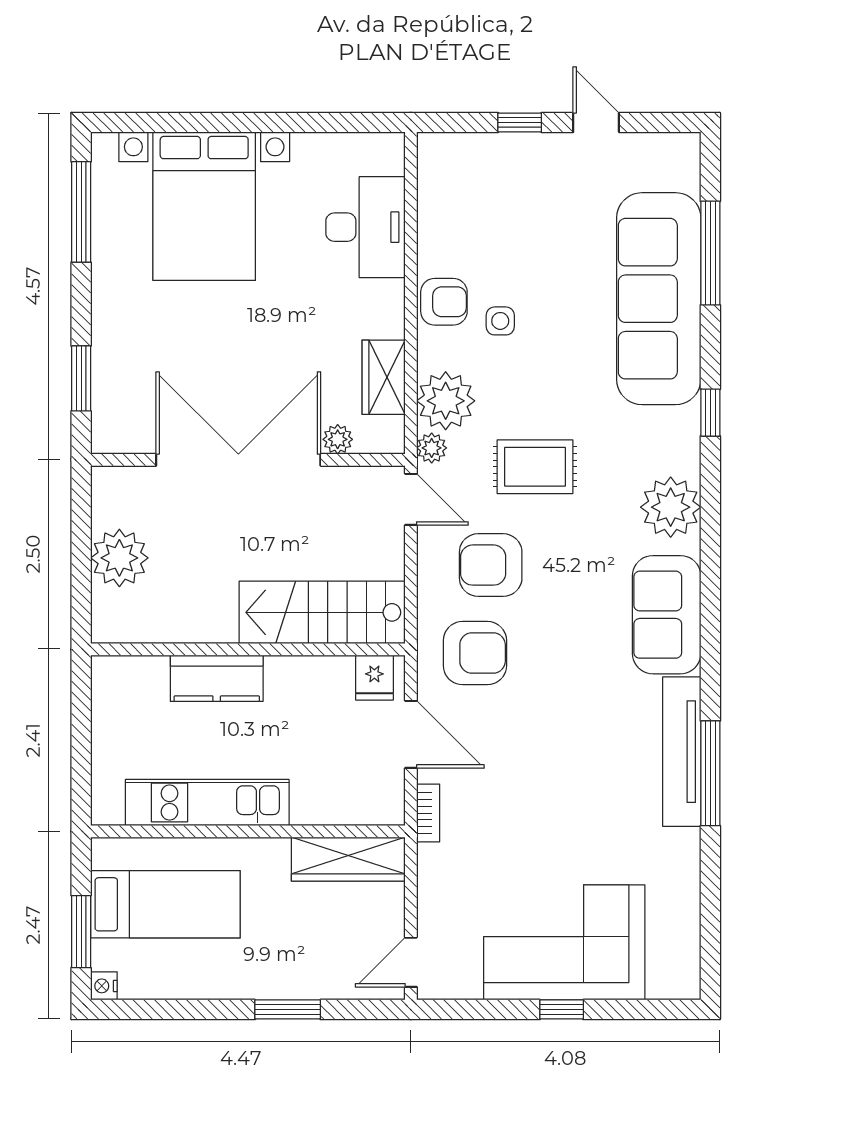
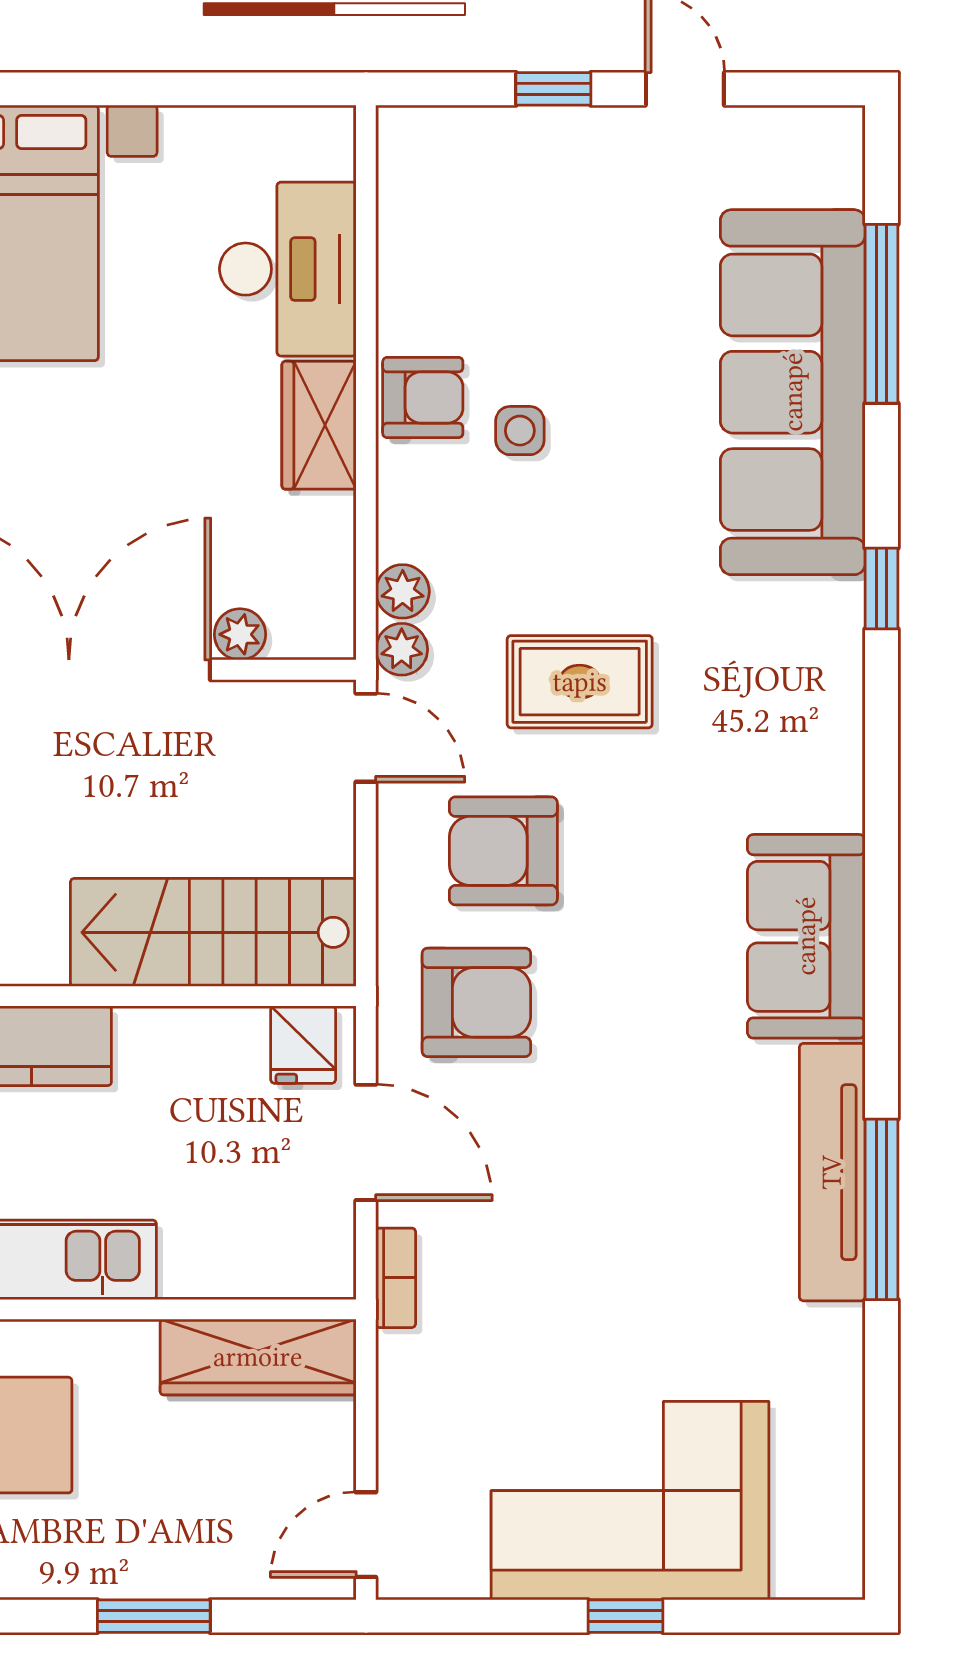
wardrobe: (384, 377) -> (319, 425), moved
plant: (446, 401) -> (403, 591), width x0.53, depth x0.53
plant: (671, 507) -> (813, 751), removed

